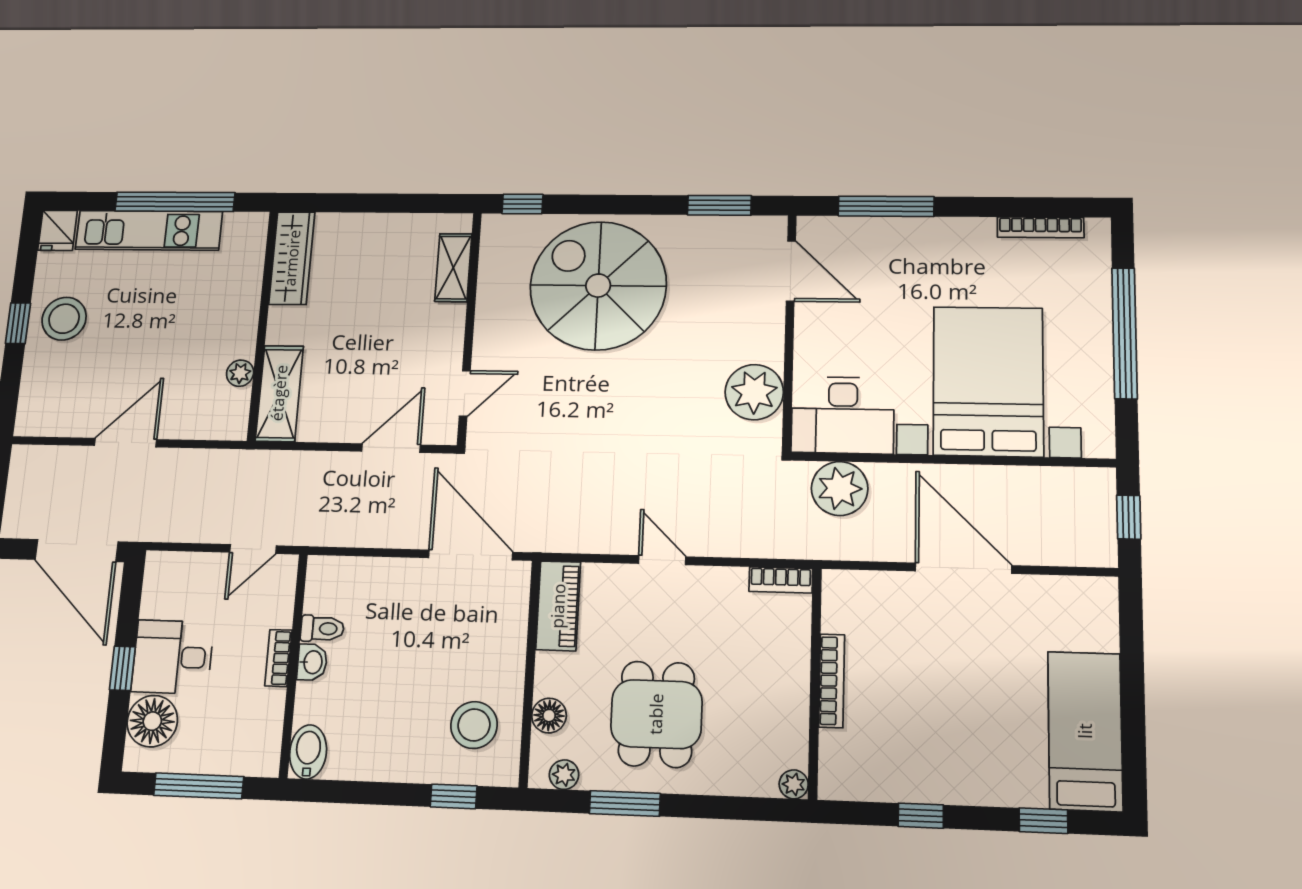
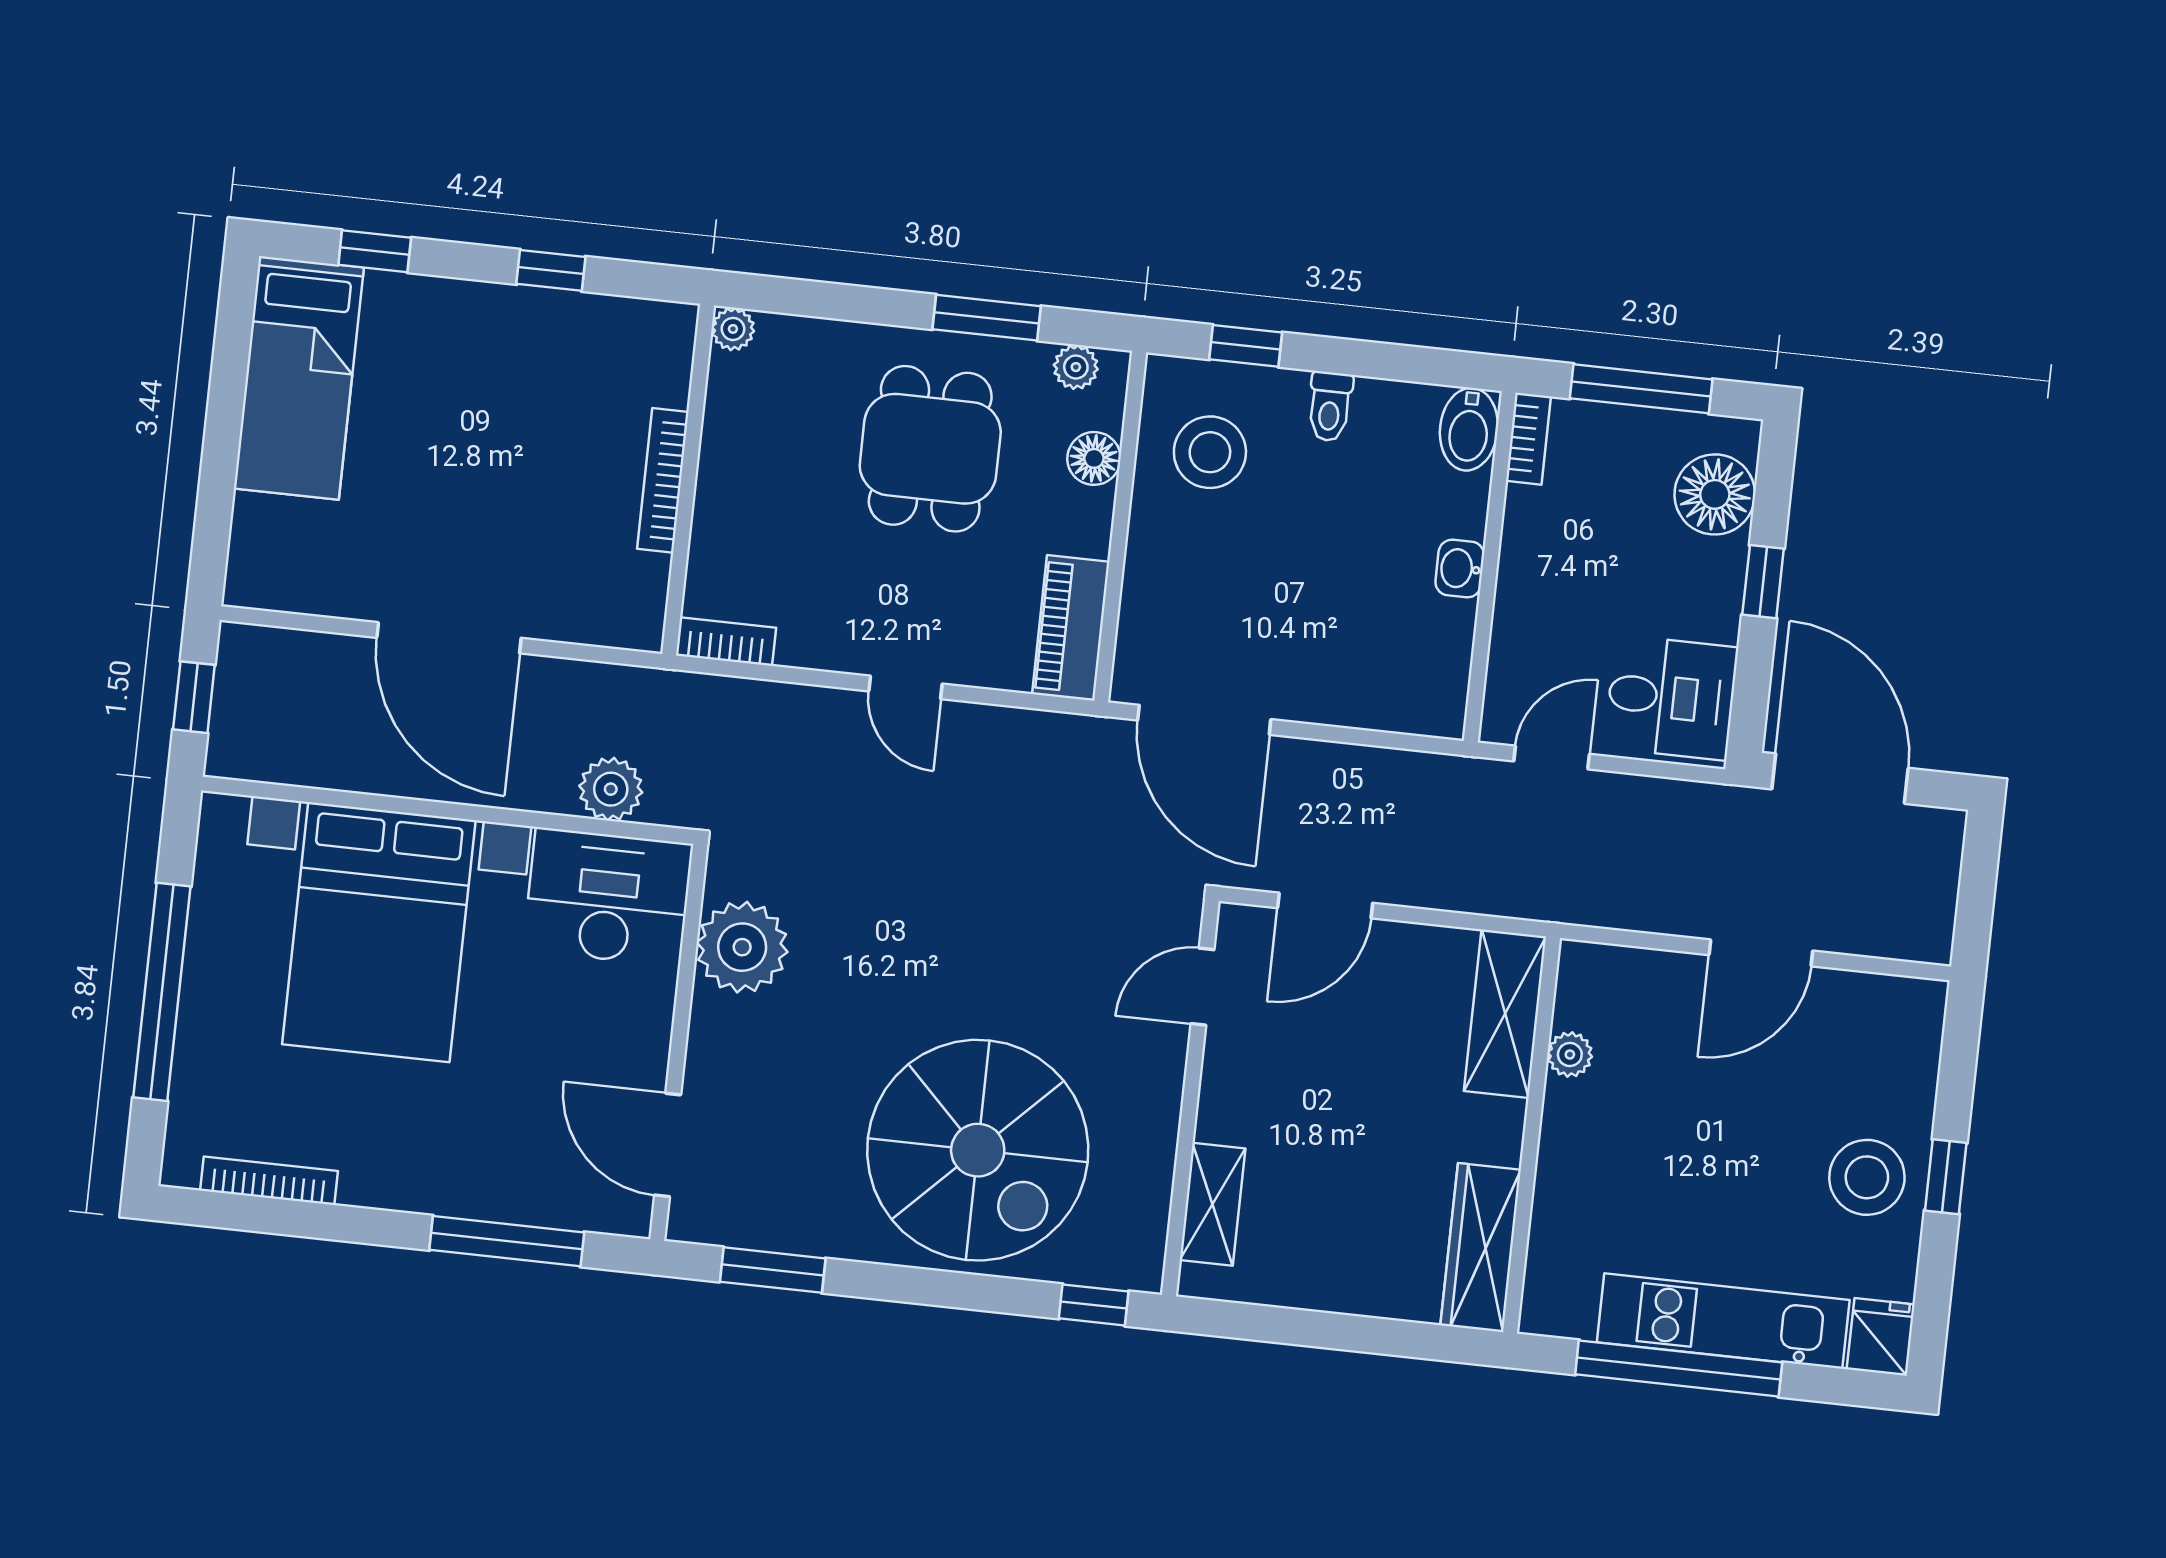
plant: (840, 488) -> (611, 789), width x0.73, depth x0.73
toilet: (322, 629) -> (1330, 407), moved, turned -90
desk: (173, 657) -> (1671, 698), moved
bookcase: (278, 658) -> (1528, 439), moved

